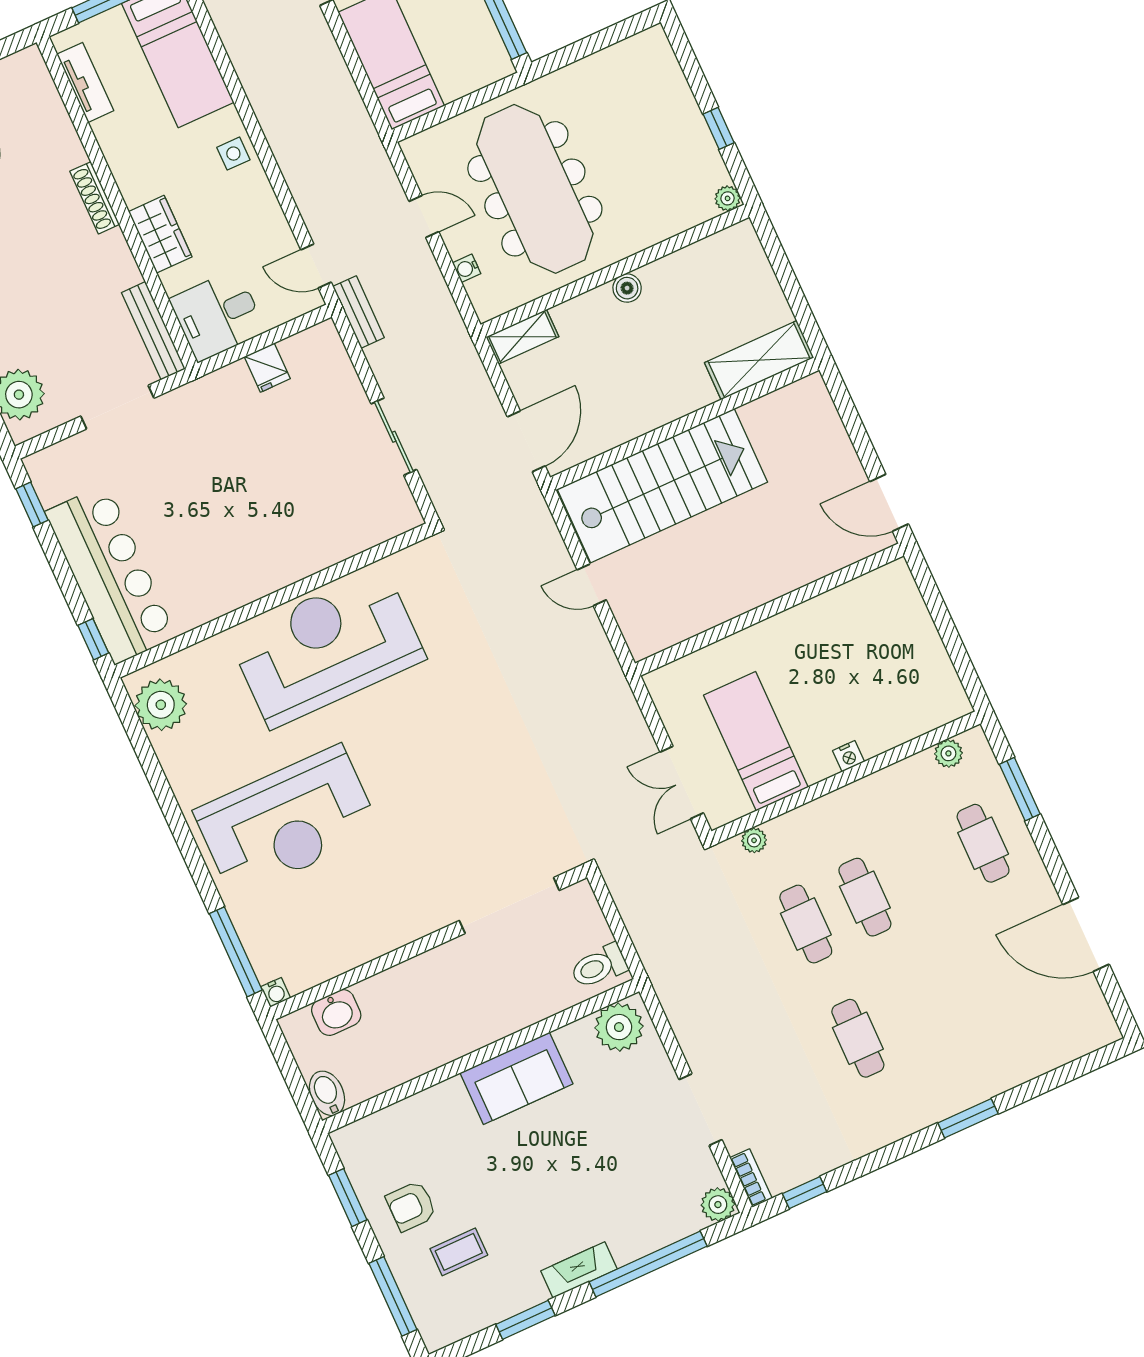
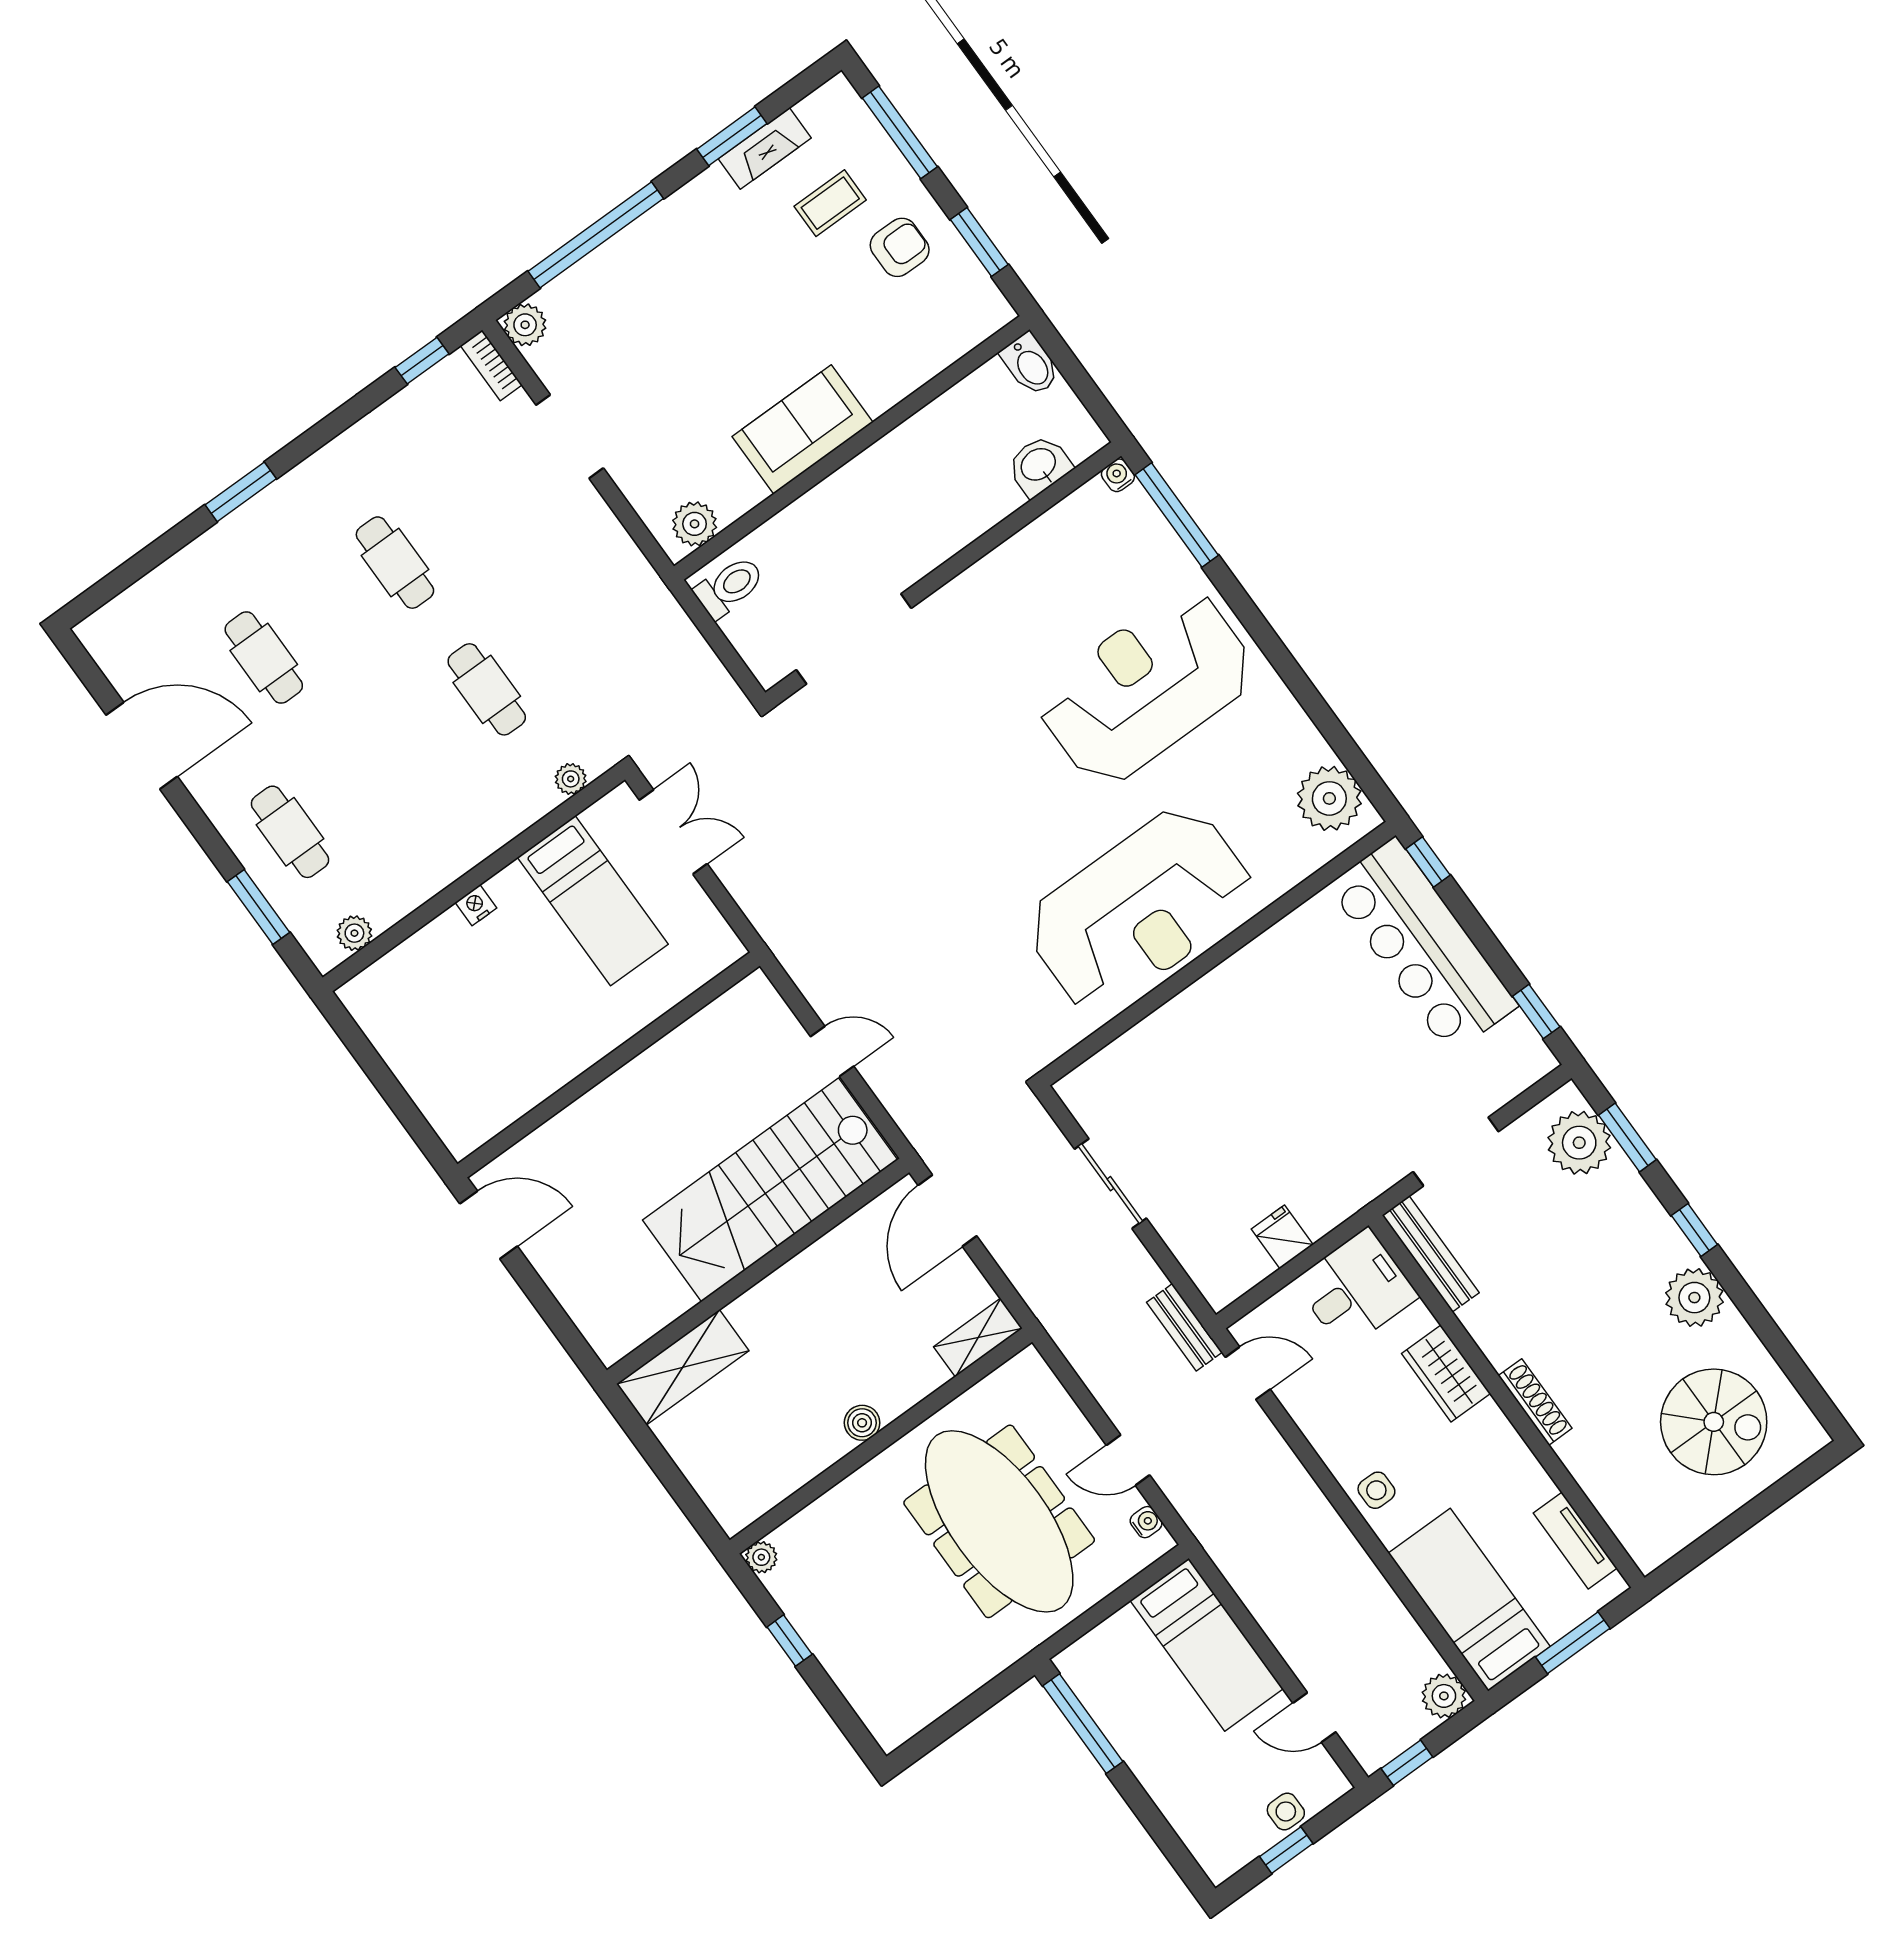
water cooler: (467, 268) -> (1146, 1522), moved
cafe table: (865, 897) -> (264, 658), moved
plant: (619, 1027) -> (695, 524), width x0.73, depth x0.73
fireplace: (579, 1270) -> (765, 148), moved

